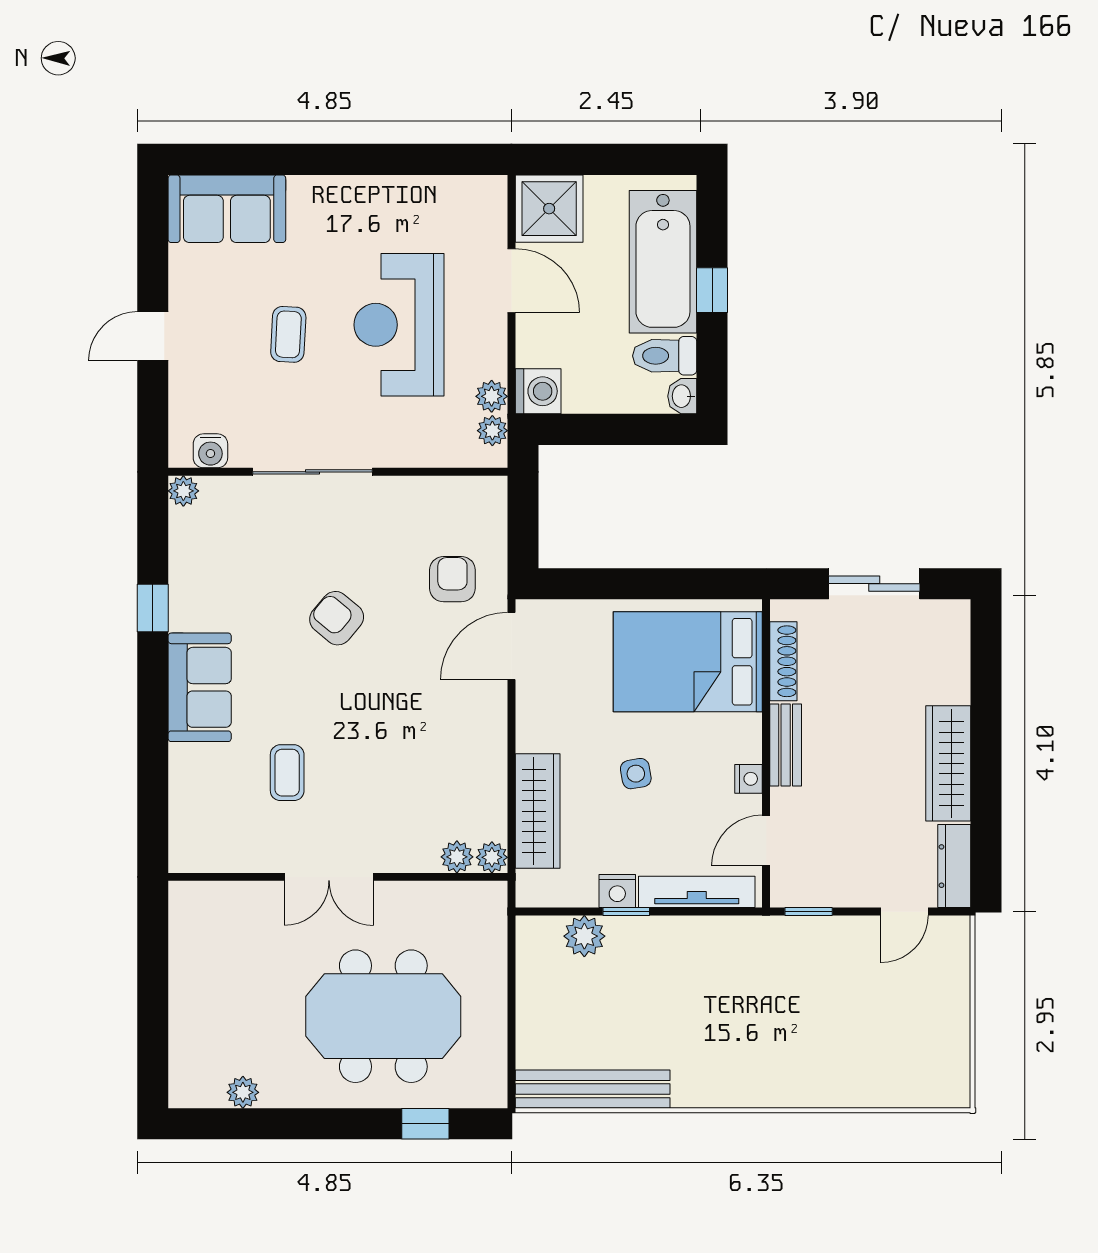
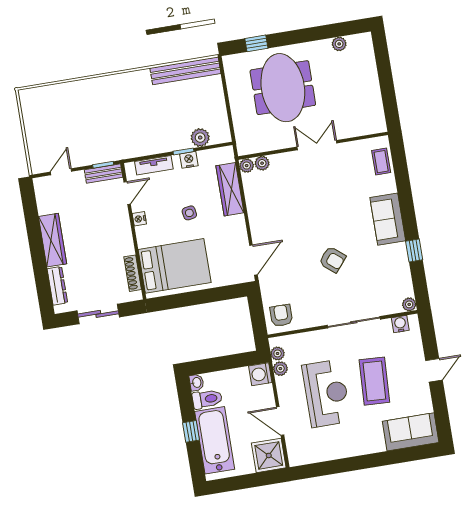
coffee table: (288, 334) -> (374, 381), width x1.86, depth x1.72
armchair: (452, 579) -> (281, 315), moved, turned 180
bench: (786, 745) -> (104, 174), moved, turned 90
coffee table: (287, 773) -> (381, 162), moved
dresser: (954, 866) -> (57, 286), moved
tv unit: (697, 892) -> (154, 165), width x0.71
meeting table: (383, 1016) -> (283, 88), turned 90

